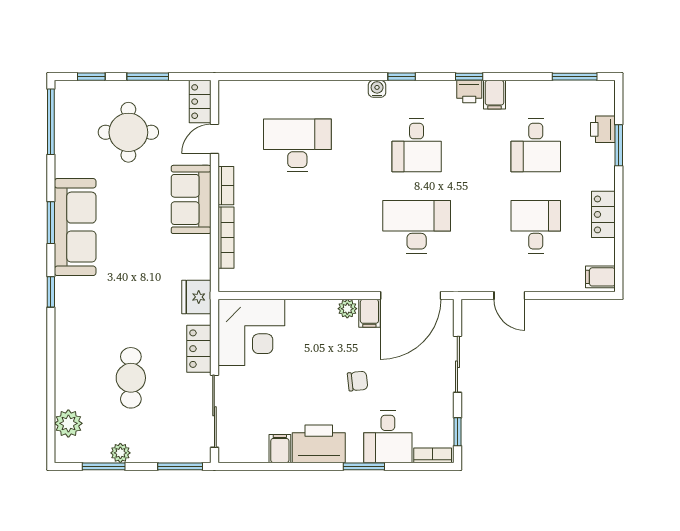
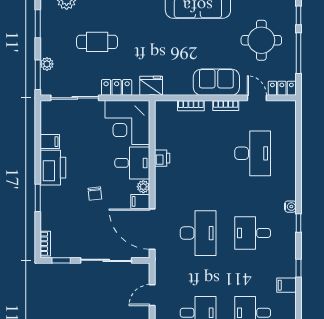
window: (148, 77) -> (299, 53), width x1.44
printer: (469, 92) -> (162, 158), moved, turned 180
bookcase: (226, 238) -> (191, 106), width x0.64
sliding door: (457, 364) -> (106, 260), width x1.37
desk: (388, 437) -> (132, 163), moved, turned 180
plant: (120, 453) -> (47, 64), moved

